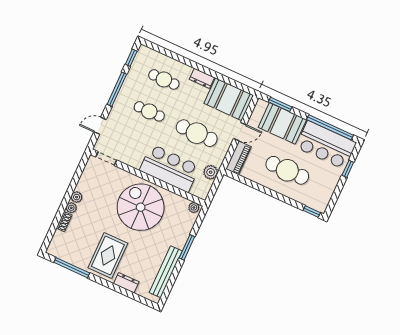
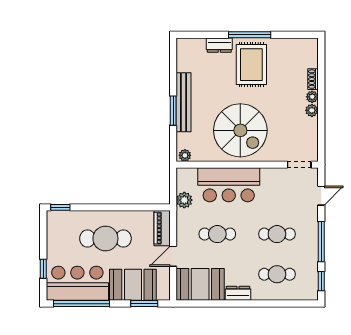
cafe table: (197, 133) -> (217, 234), width x0.73, depth x0.74
window: (72, 268) -> (250, 35), moved
bench: (166, 272) -> (183, 102), moved

